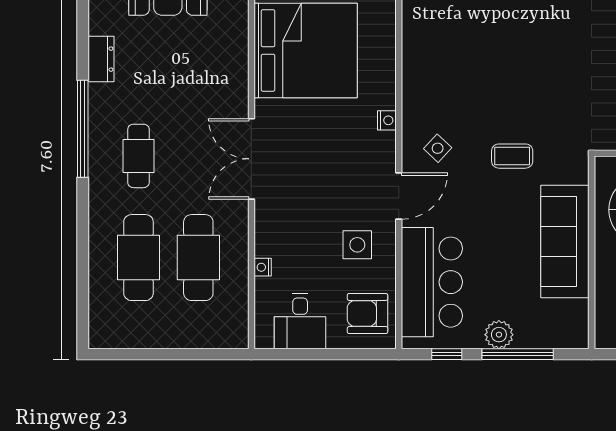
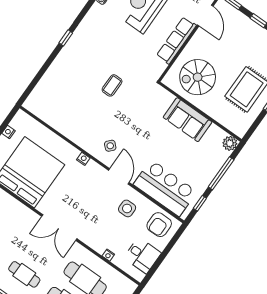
coffee table: (512, 156) -> (112, 85), moved
sofa: (565, 241) -> (188, 120), width x0.73
plant: (499, 335) -> (230, 143), moved

